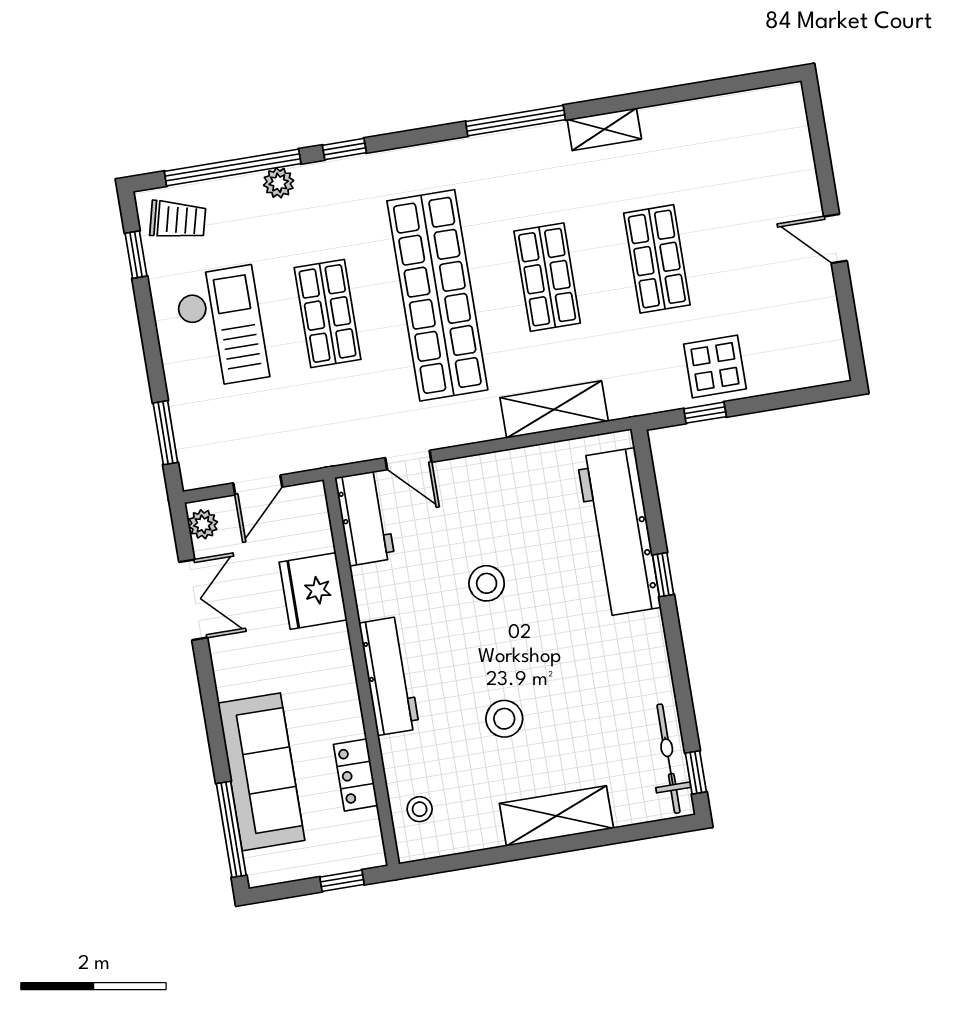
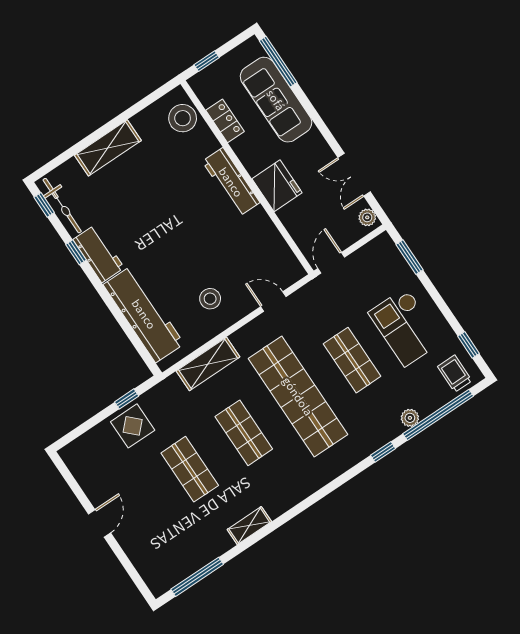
window: (516, 121) -> (197, 577), moved
trolley: (178, 220) -> (455, 374), turned 76
door: (835, 239) -> (100, 523), hinge flipped
door: (258, 485) -> (331, 263), moved
workbench: (365, 518) -> (98, 254), moved, turned 180
window: (663, 575) -> (76, 252), moved
stool: (487, 583) -> (210, 299), moved
fridge: (313, 591) -> (277, 186), moved
stool: (504, 719) -> (159, 187), removed
stool: (420, 809) -> (183, 118), width x1.89, depth x1.89

